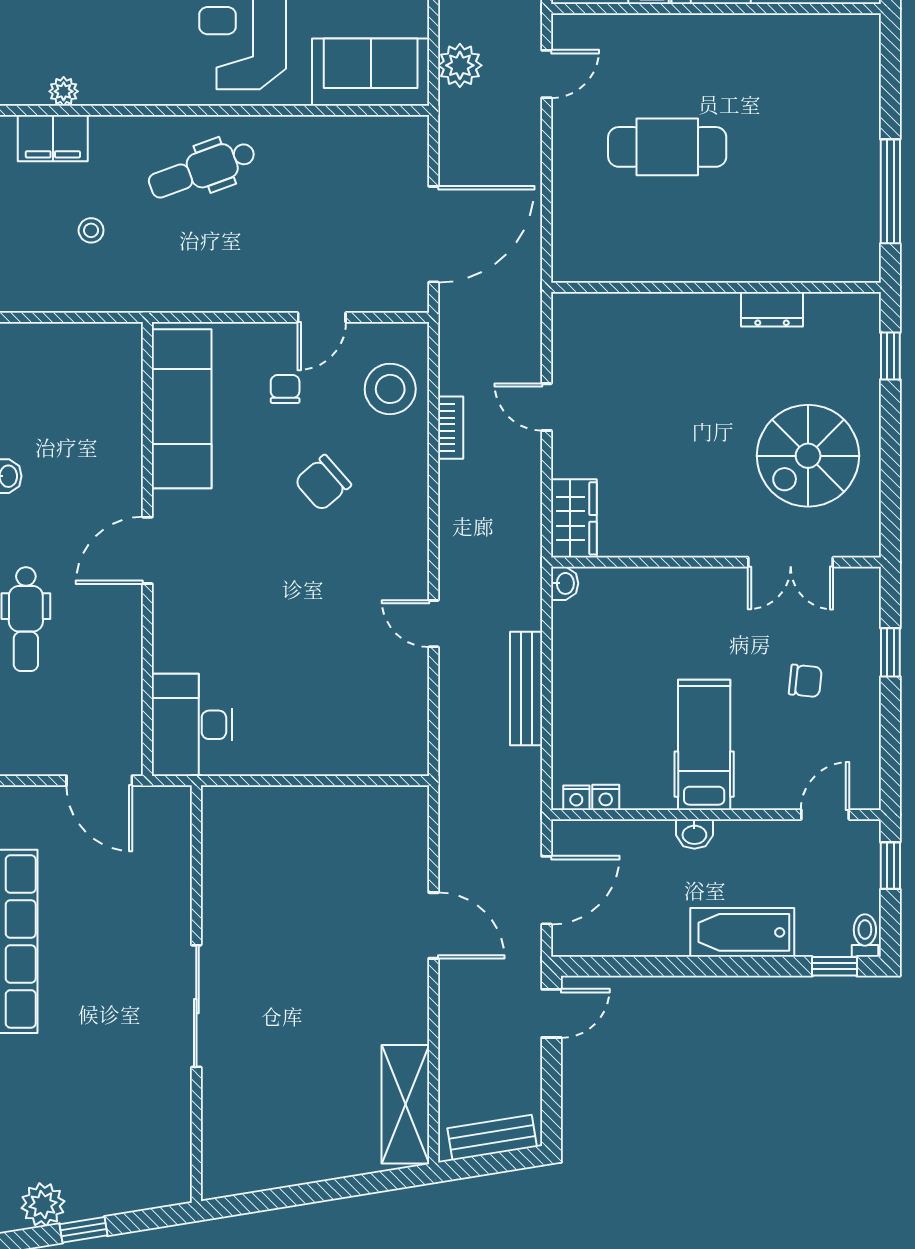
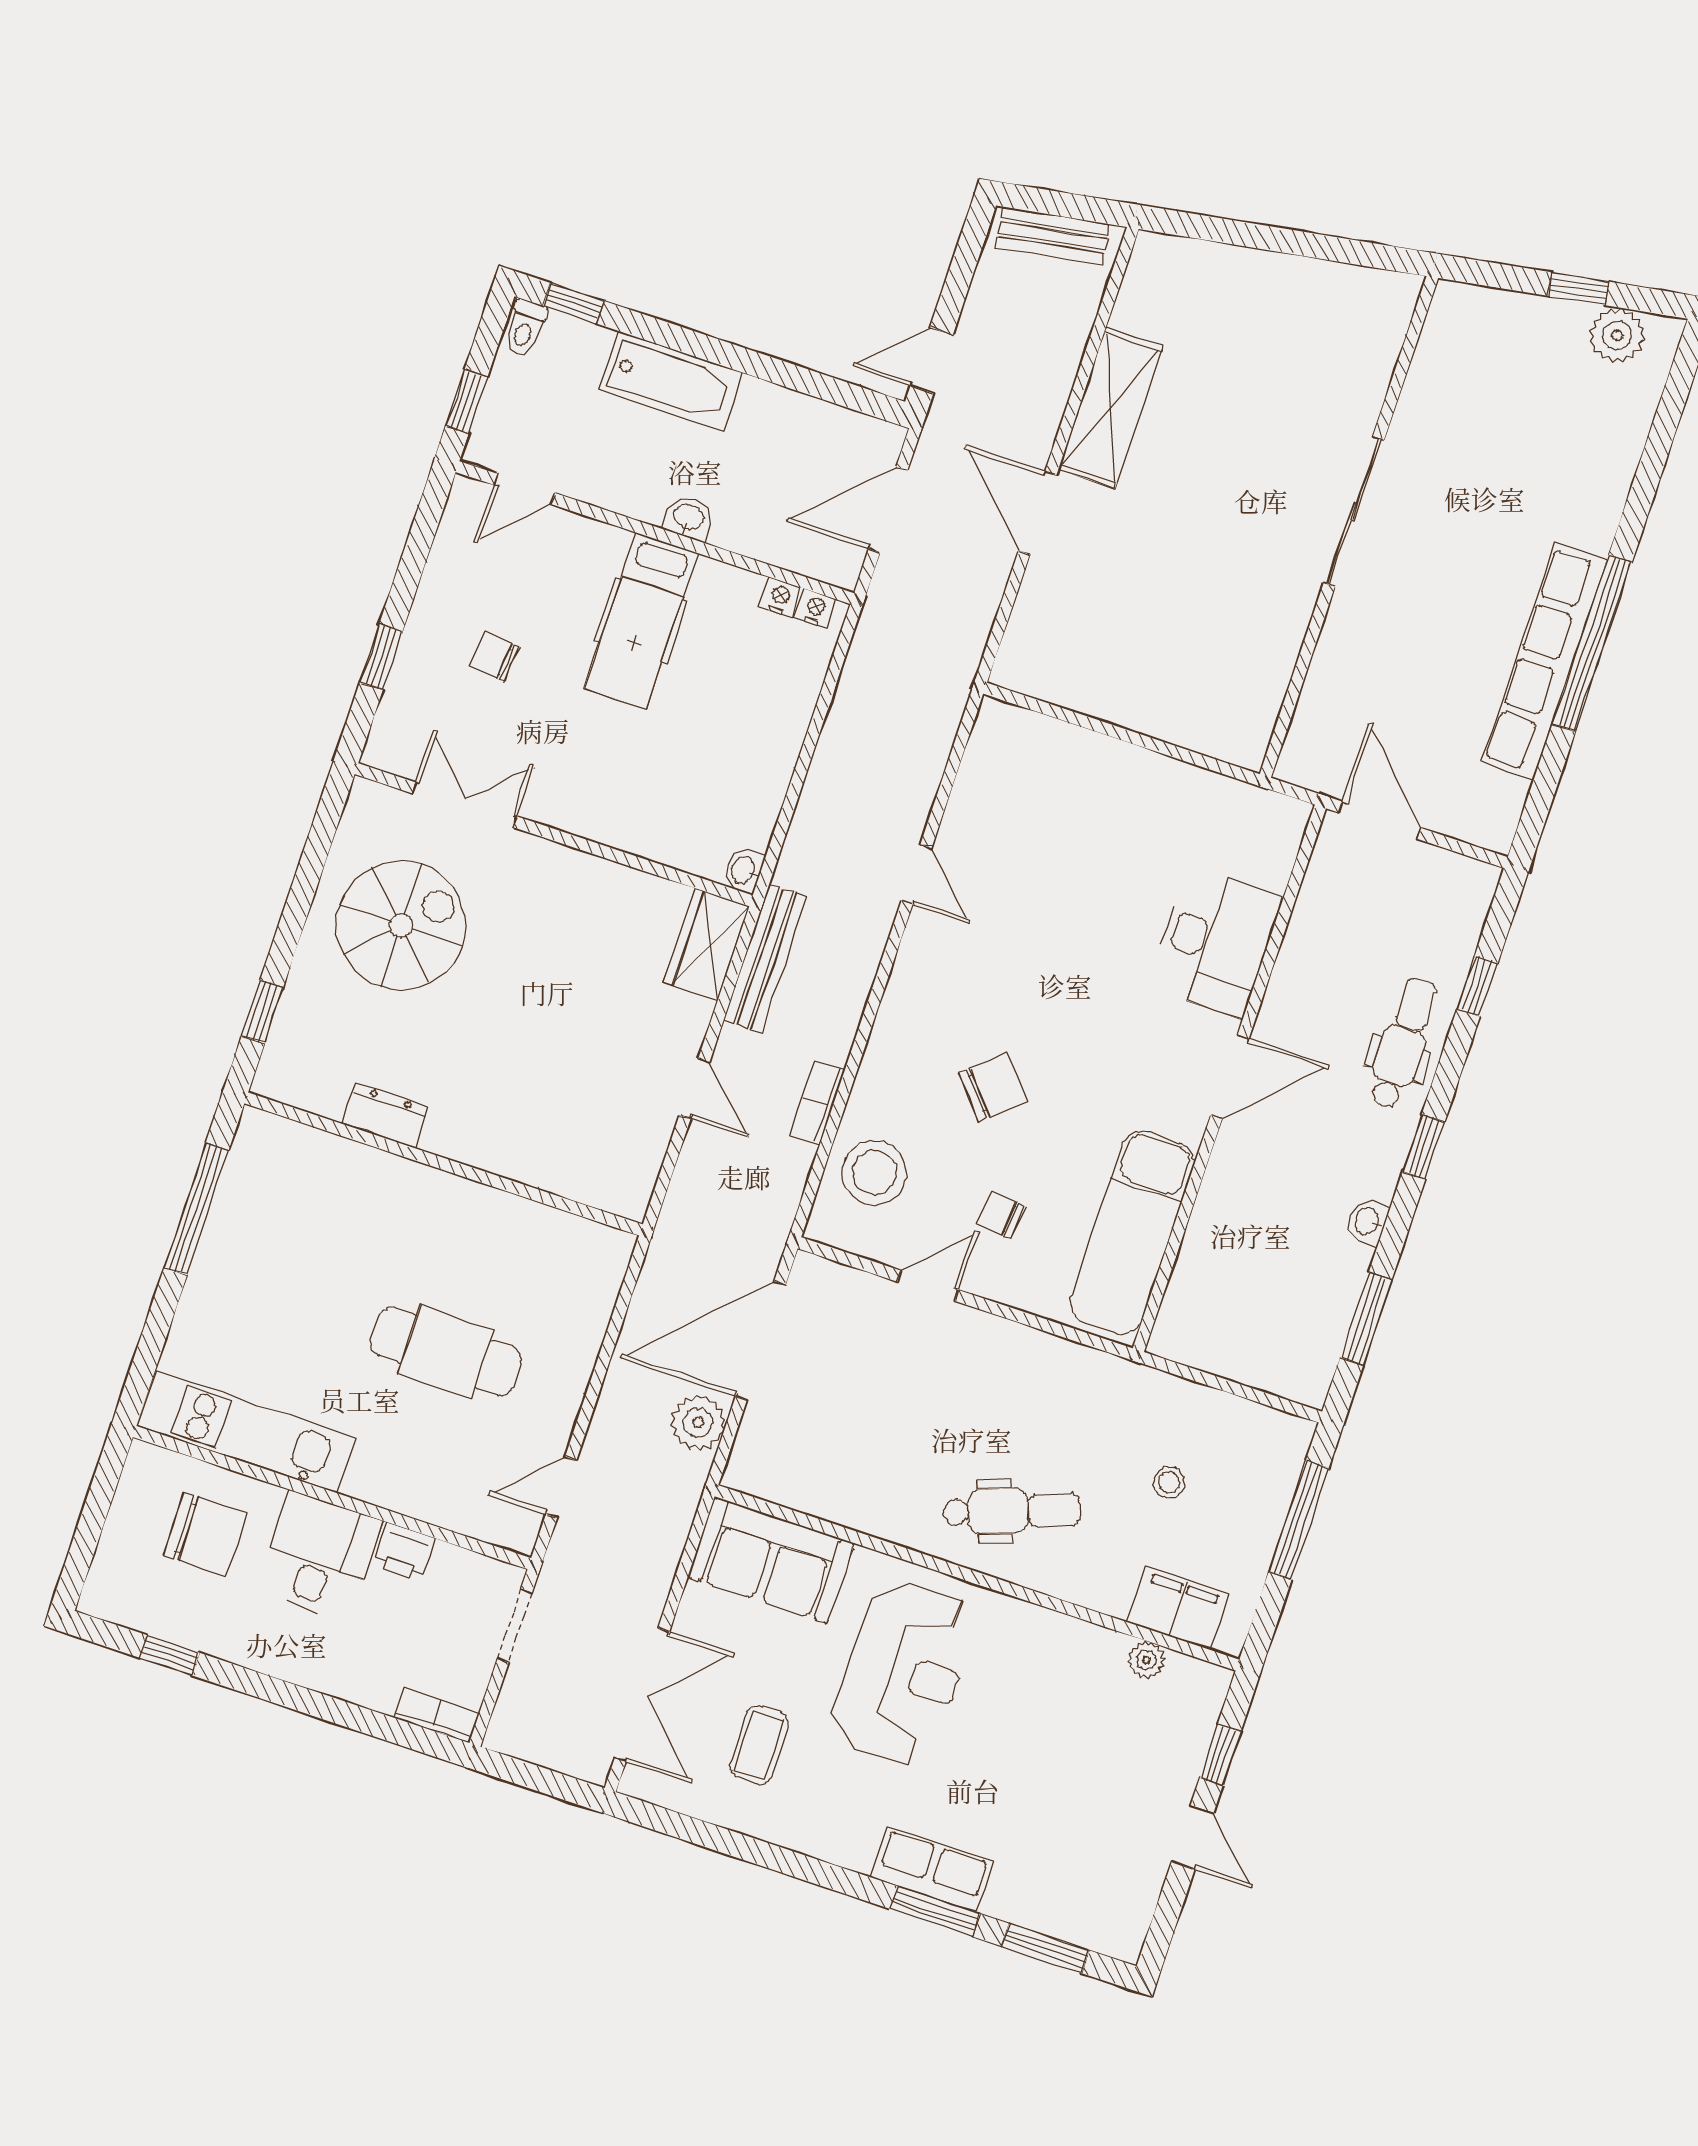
kitchen unit: (796, 37) -> (247, 1432), added
plant: (460, 65) -> (698, 1422), moved
chair: (285, 389) -> (1000, 1215), turned 96
bench: (526, 688) -> (765, 959), moved
desk: (192, 725) -> (1215, 942), moved
shelving: (405, 1104) -> (1110, 408), moved

